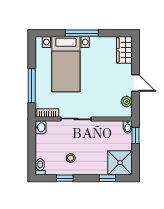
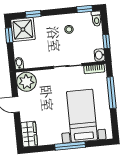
plant: (127, 102) -> (26, 82), width x1.88, depth x1.88
window: (135, 135) -> (9, 35), moved
window: (32, 141) -> (106, 42), added
window: (65, 178) -> (85, 9), moved

